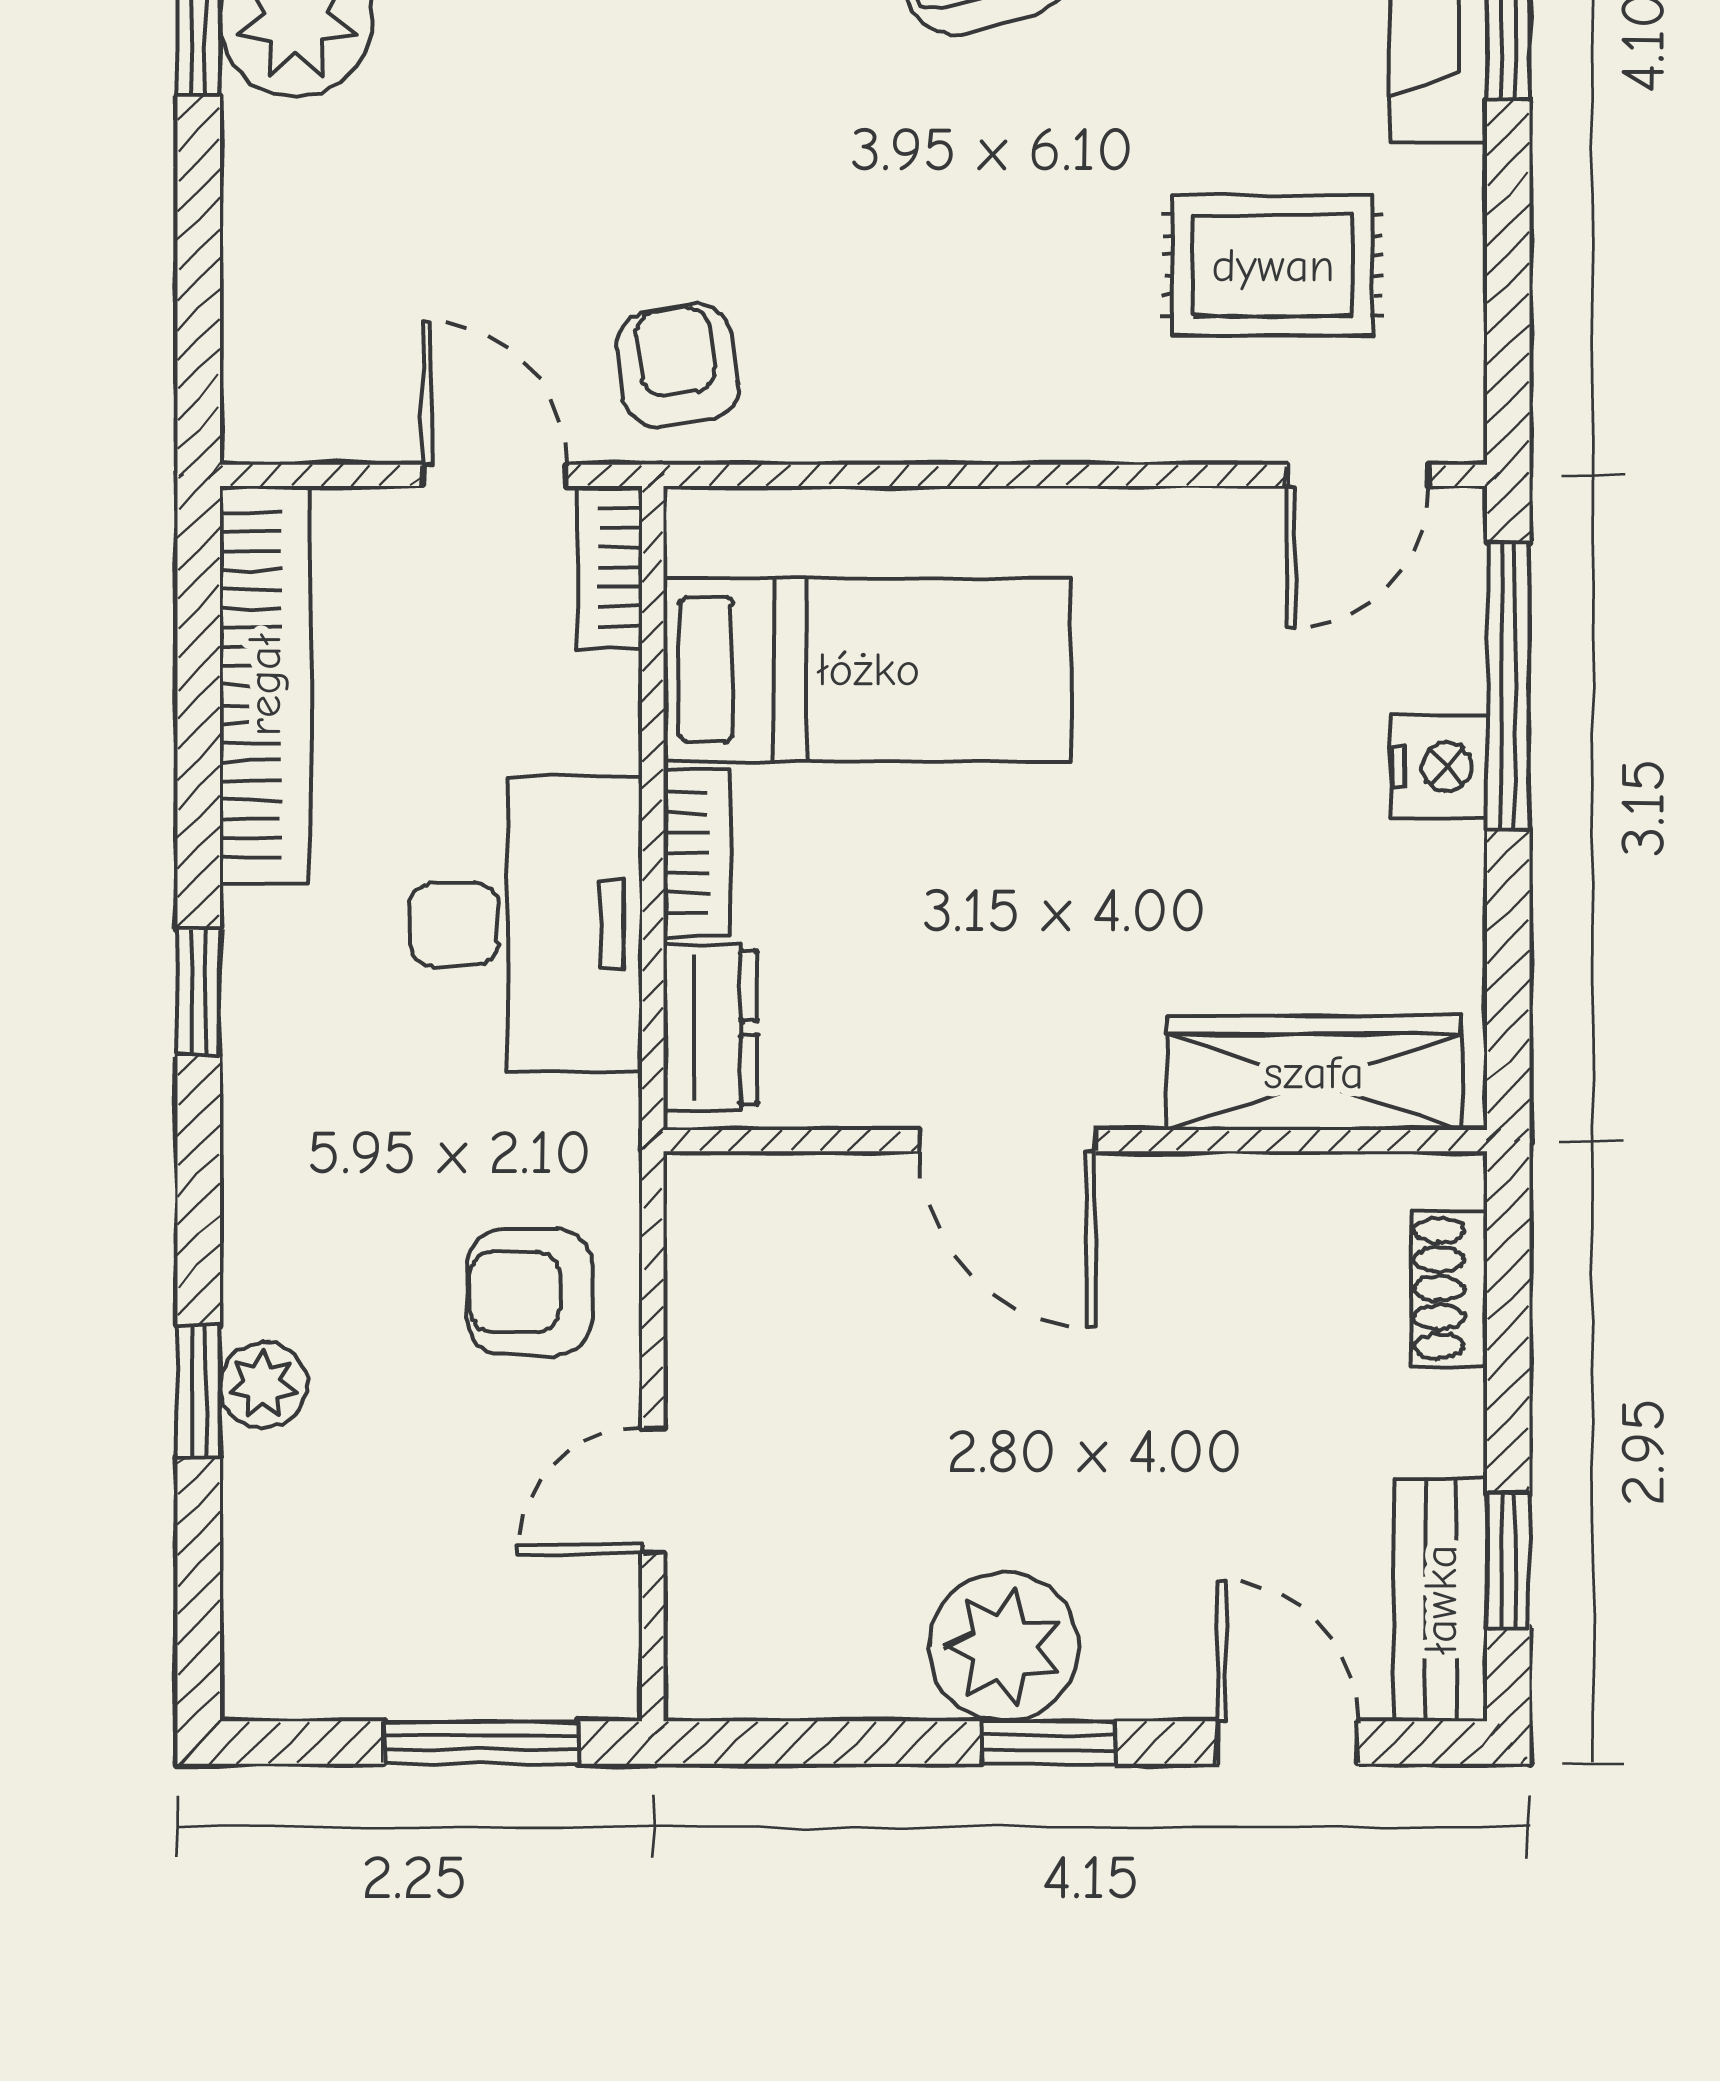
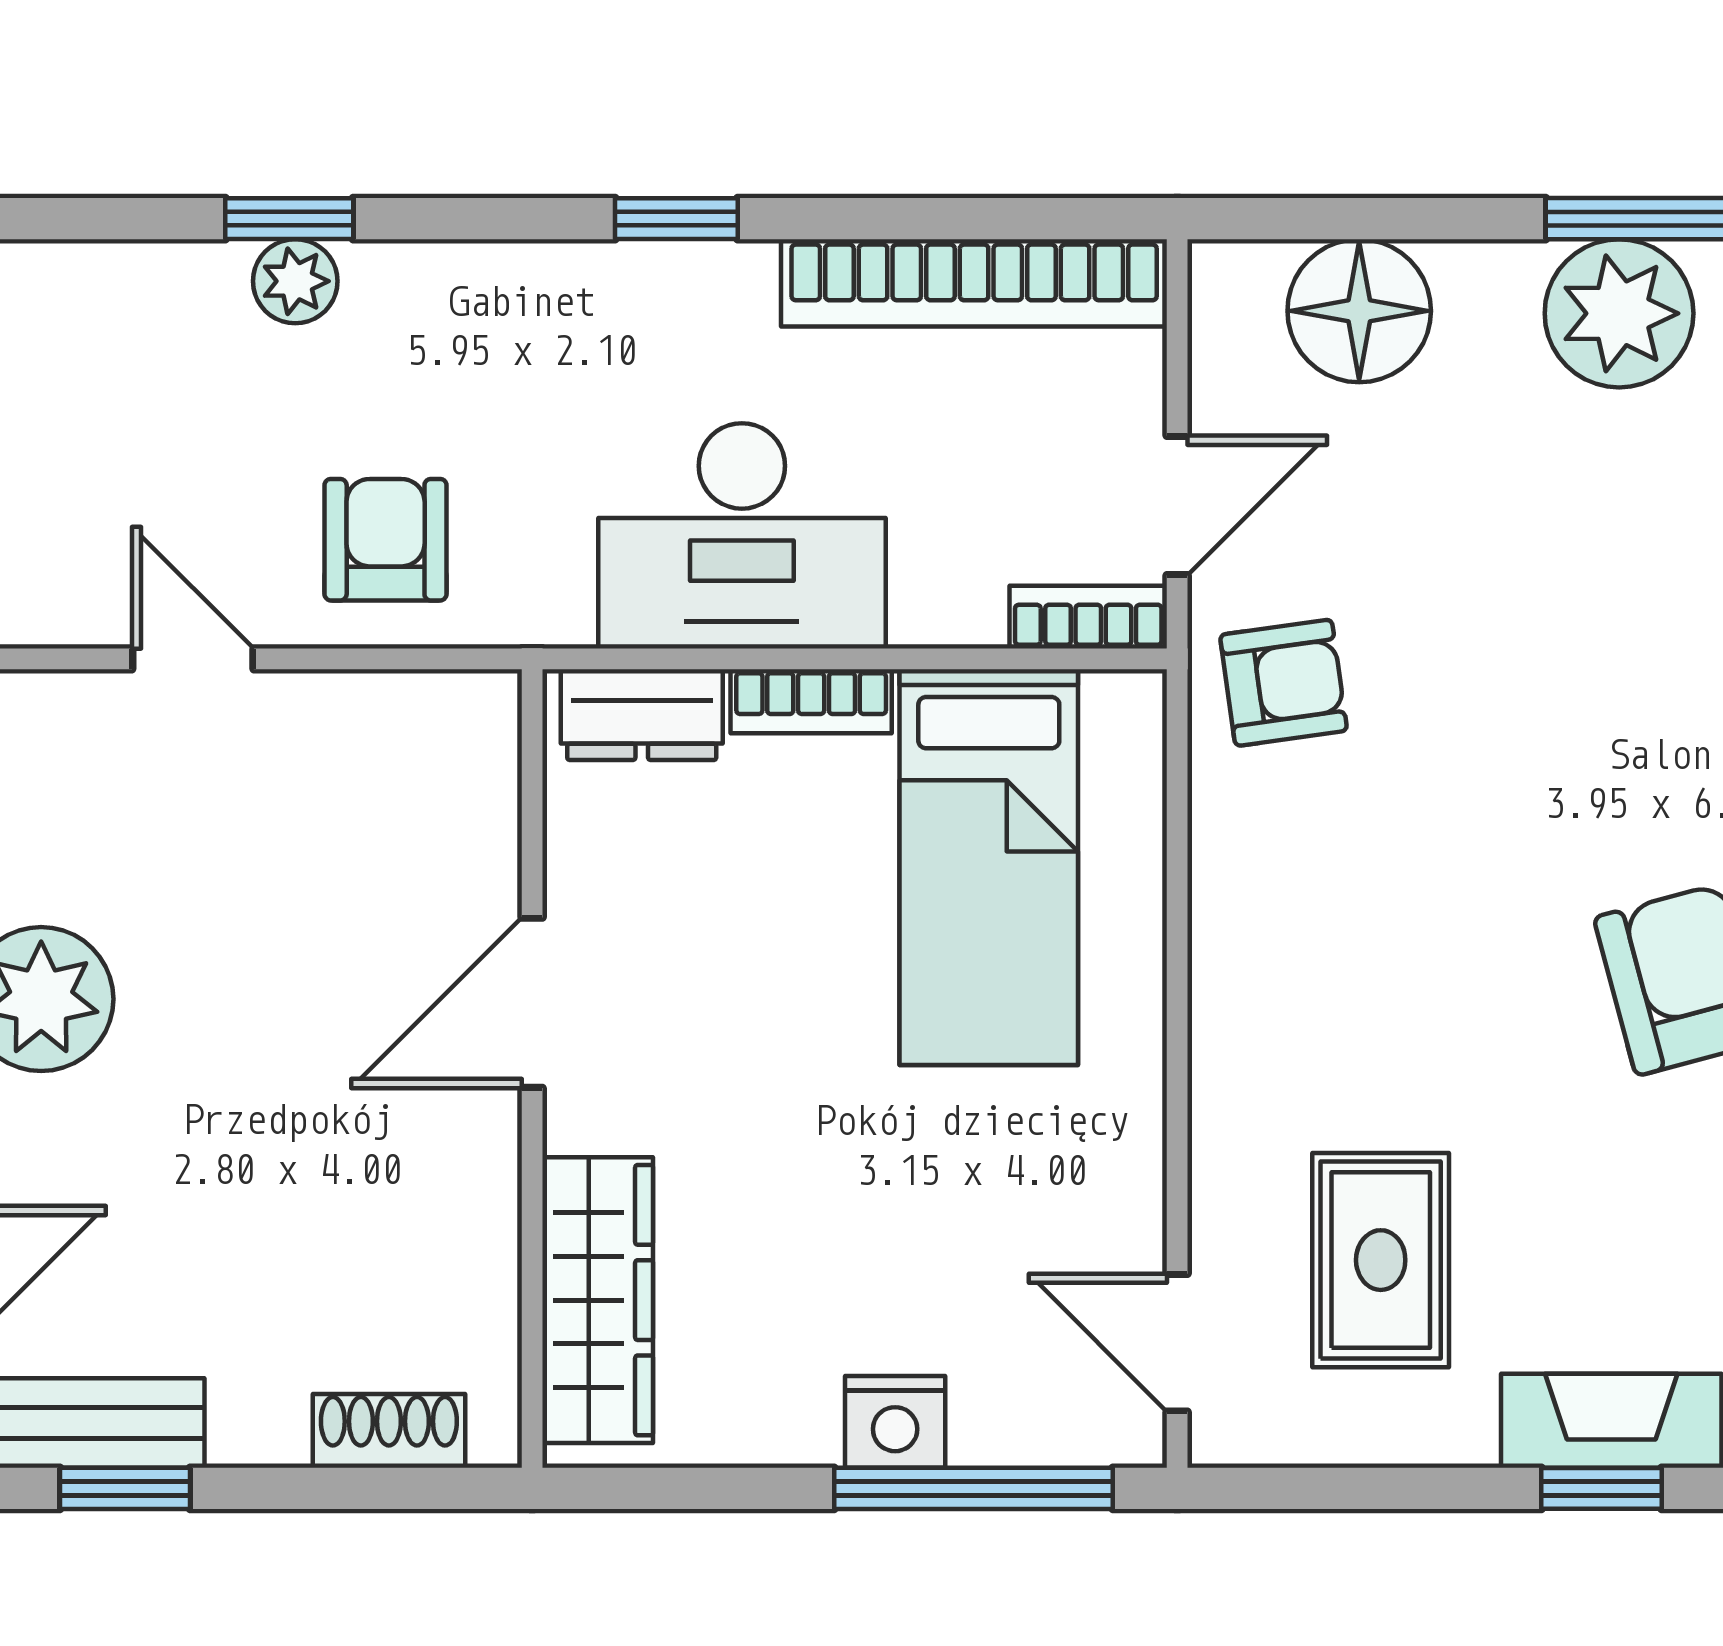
floor lamp: (294, 288) -> (1359, 311), added

